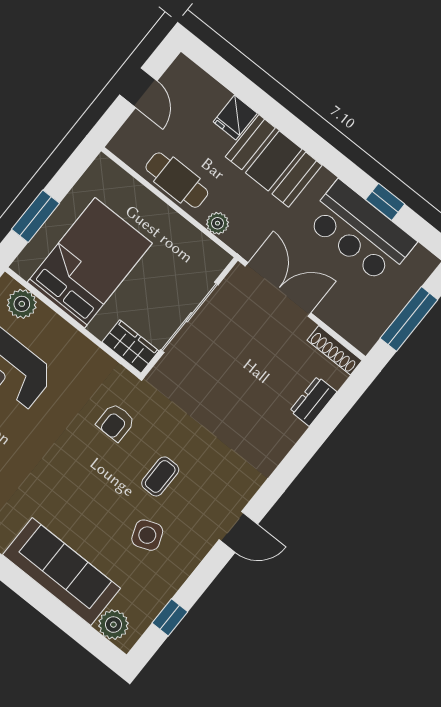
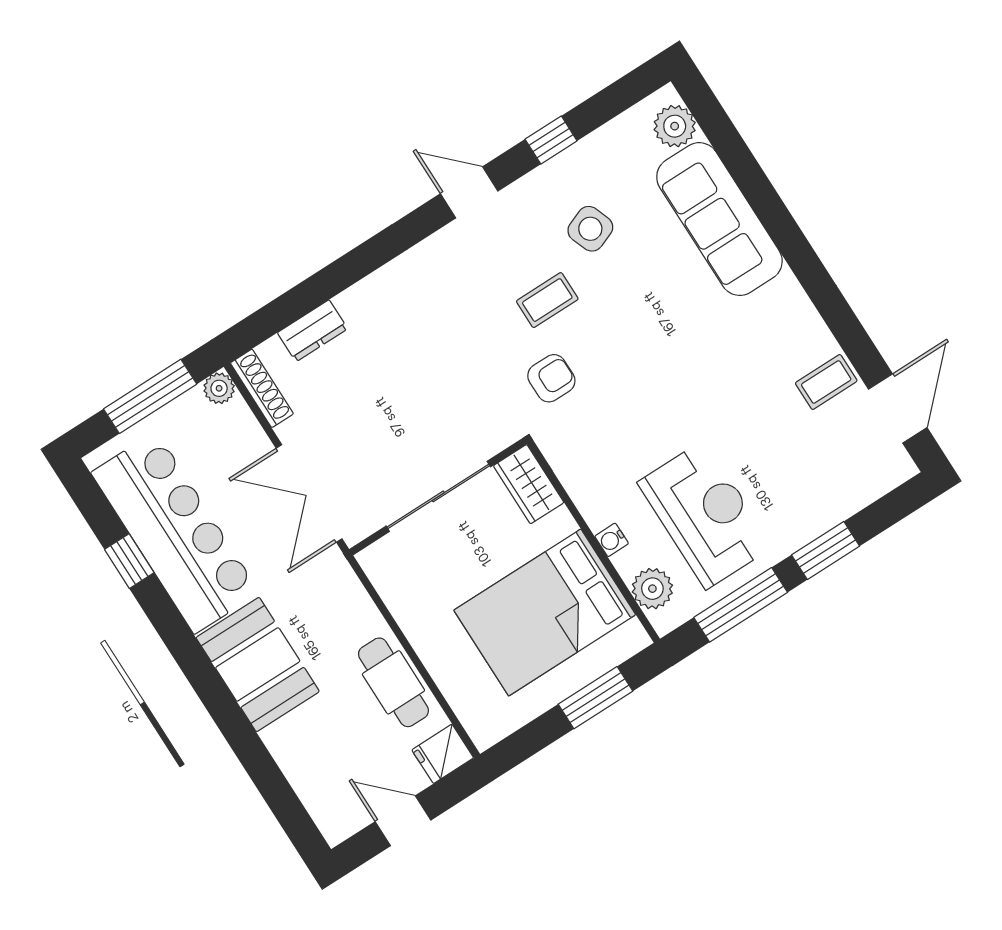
door: (138, 88) -> (403, 821), hinge flipped
fridge: (235, 118) -> (443, 754), moved, turned 180
plant: (218, 223) -> (219, 388), moved
bar counter: (360, 232) -> (175, 533), width x1.36
water cooler: (61, 328) -> (612, 540), added
armchair: (116, 422) -> (551, 378), moved
window: (170, 617) -> (551, 140), moved

